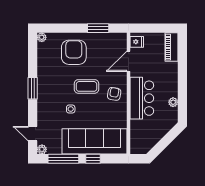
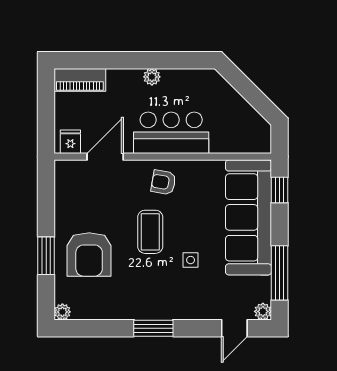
window: (98, 28) -> (46, 256), moved
armchair: (74, 52) -> (89, 254), turned -90
door: (128, 61) -> (105, 157), swing flipped
plant: (173, 102) -> (152, 77), moved
window: (93, 159) -> (280, 190), moved

